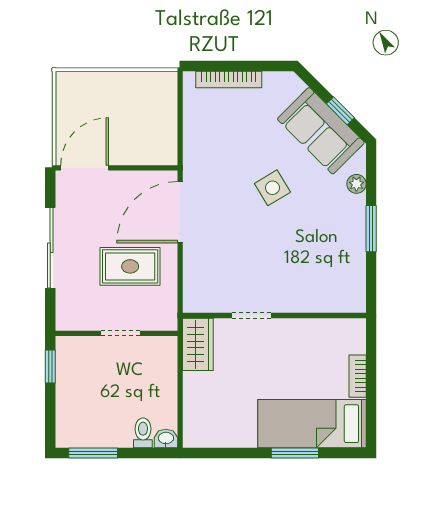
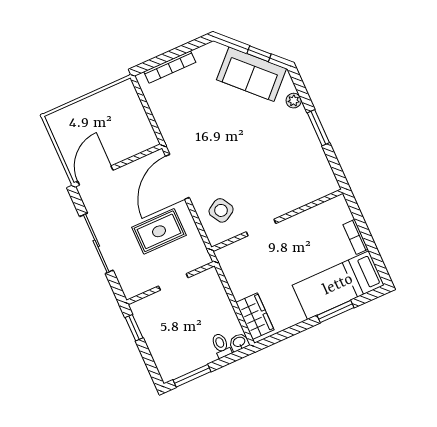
side table: (272, 188) -> (221, 210), moved
wardrobe: (198, 344) -> (255, 316), moved

